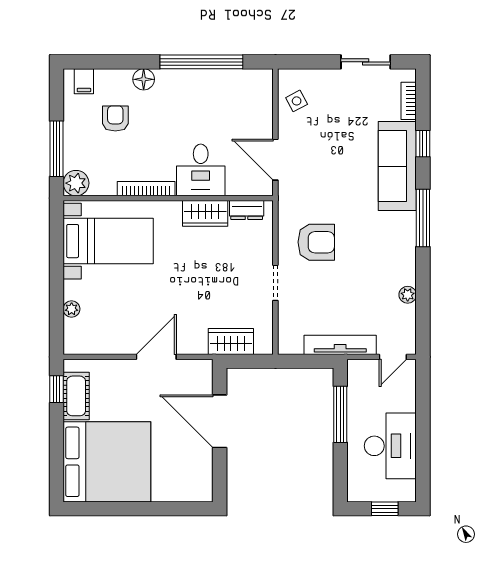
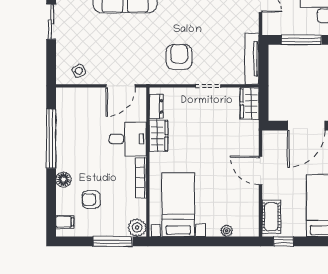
wardrobe: (231, 341) -> (250, 103), moved
tv unit: (340, 345) -> (252, 59), moved
cot: (76, 396) -> (271, 217), moved, turned 90

